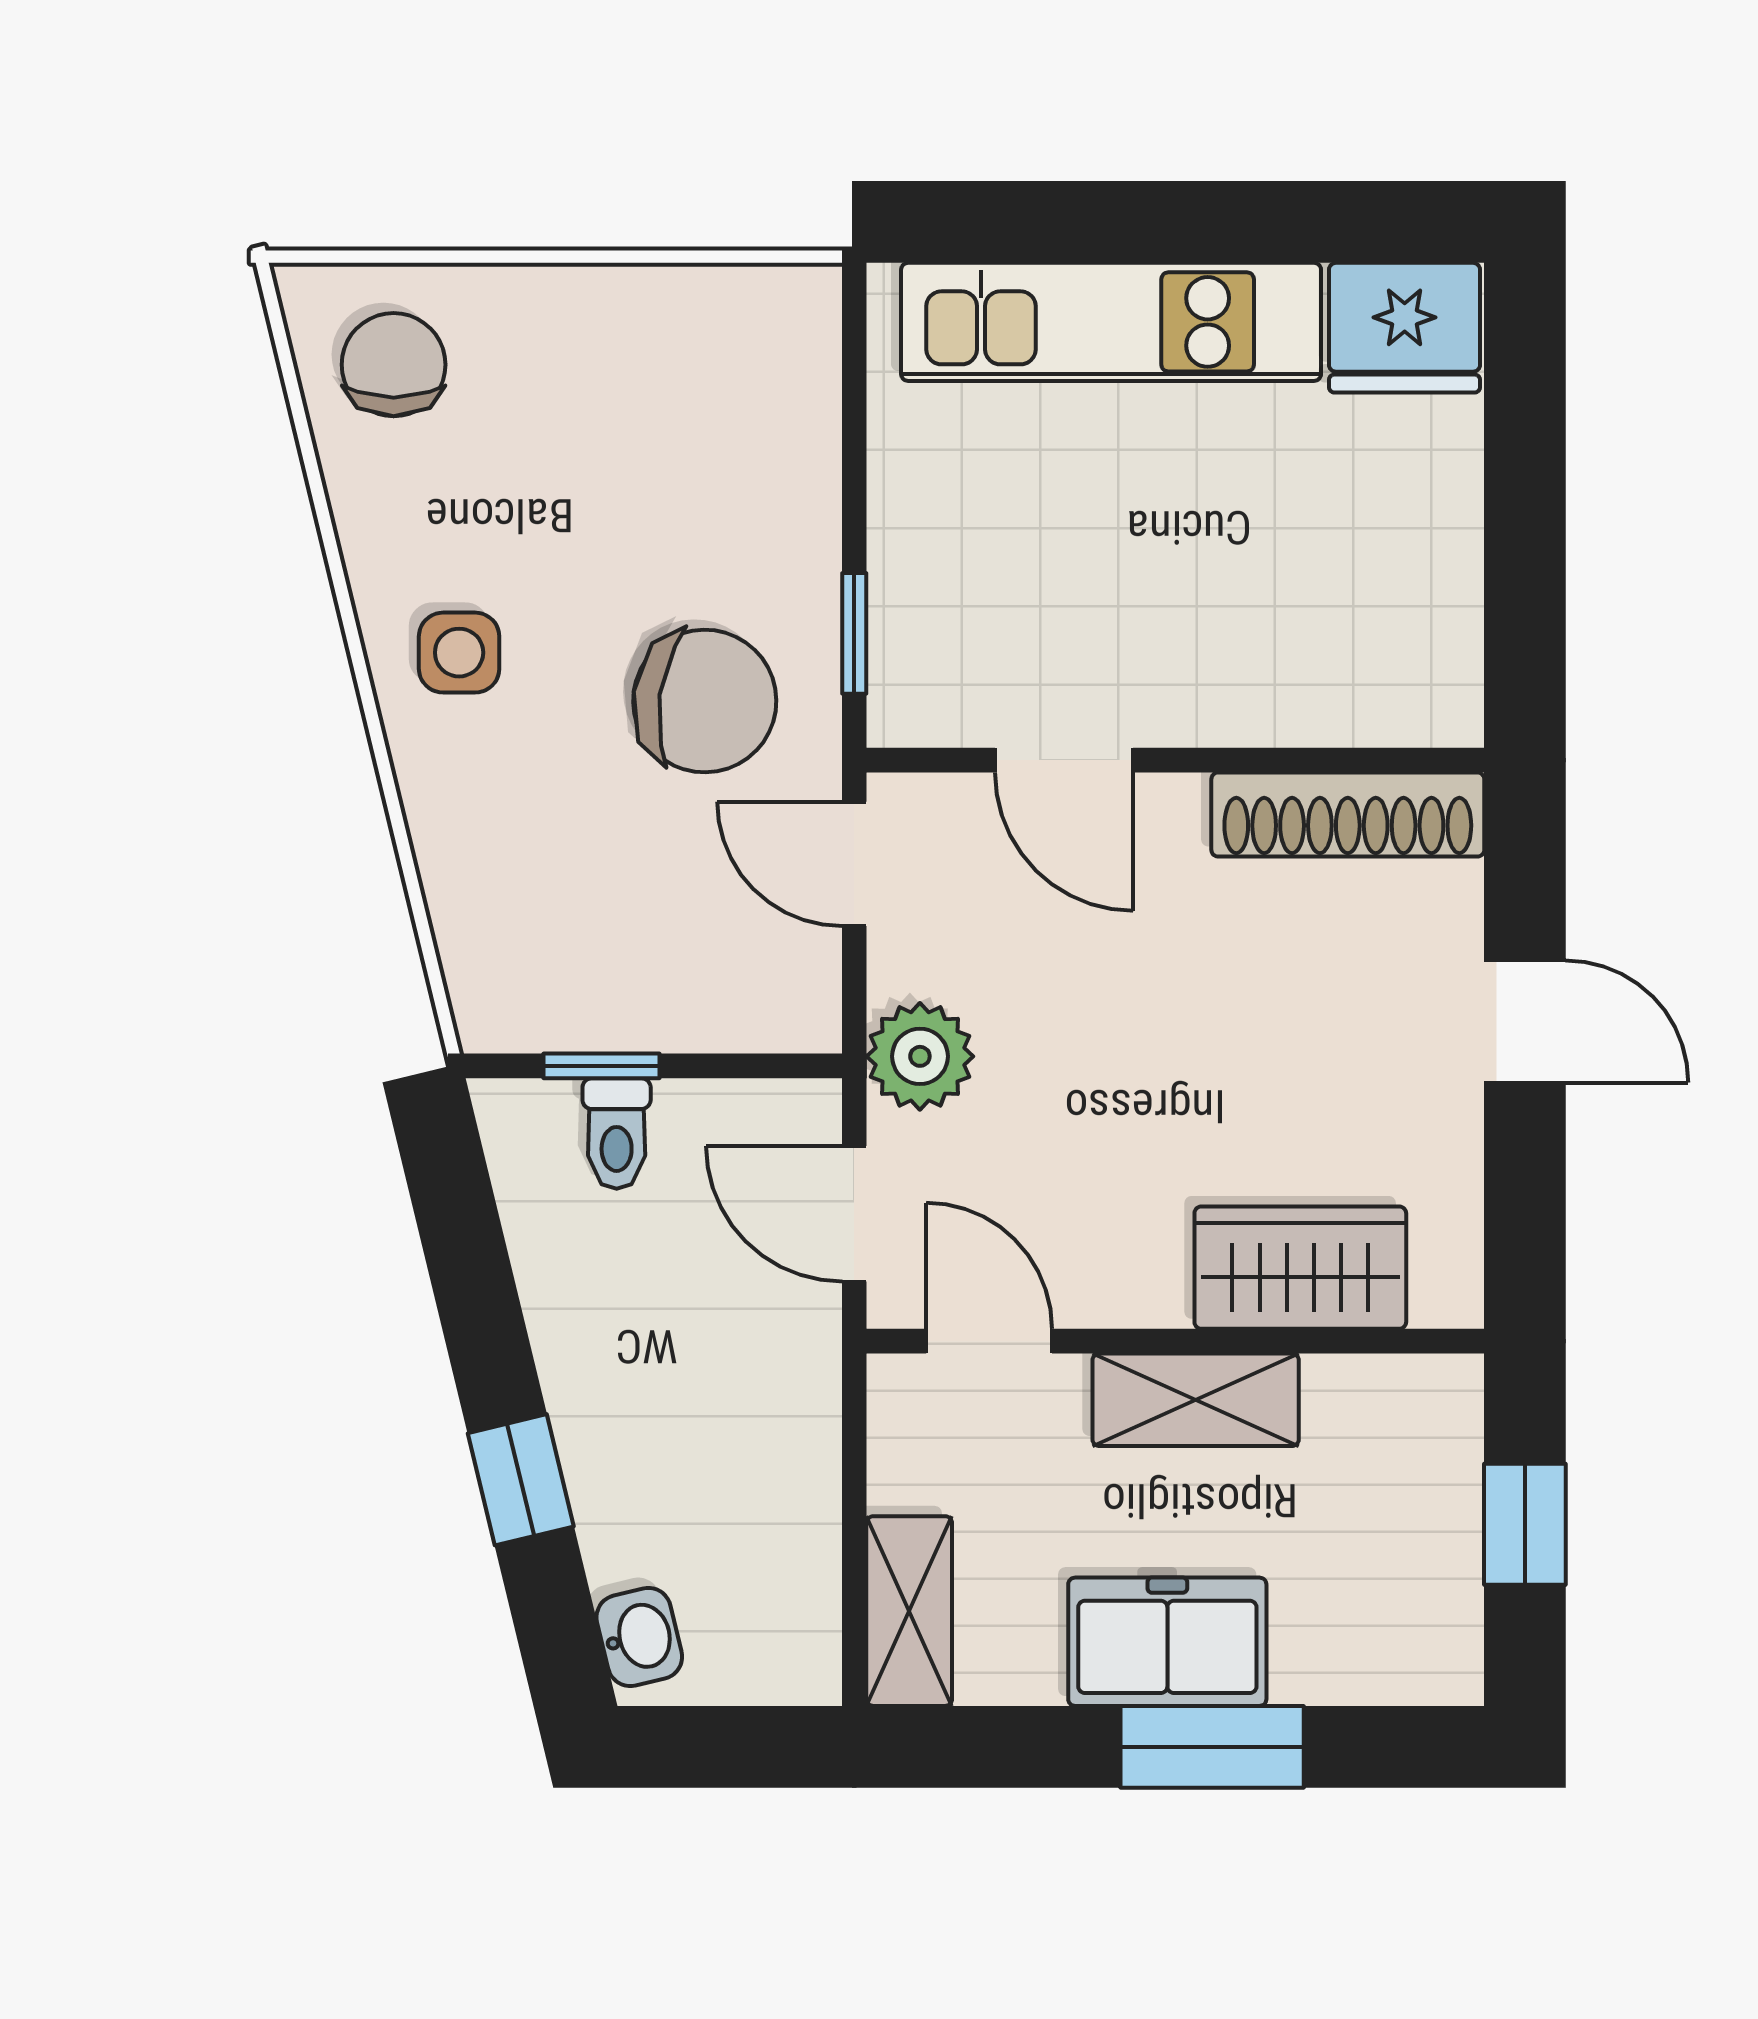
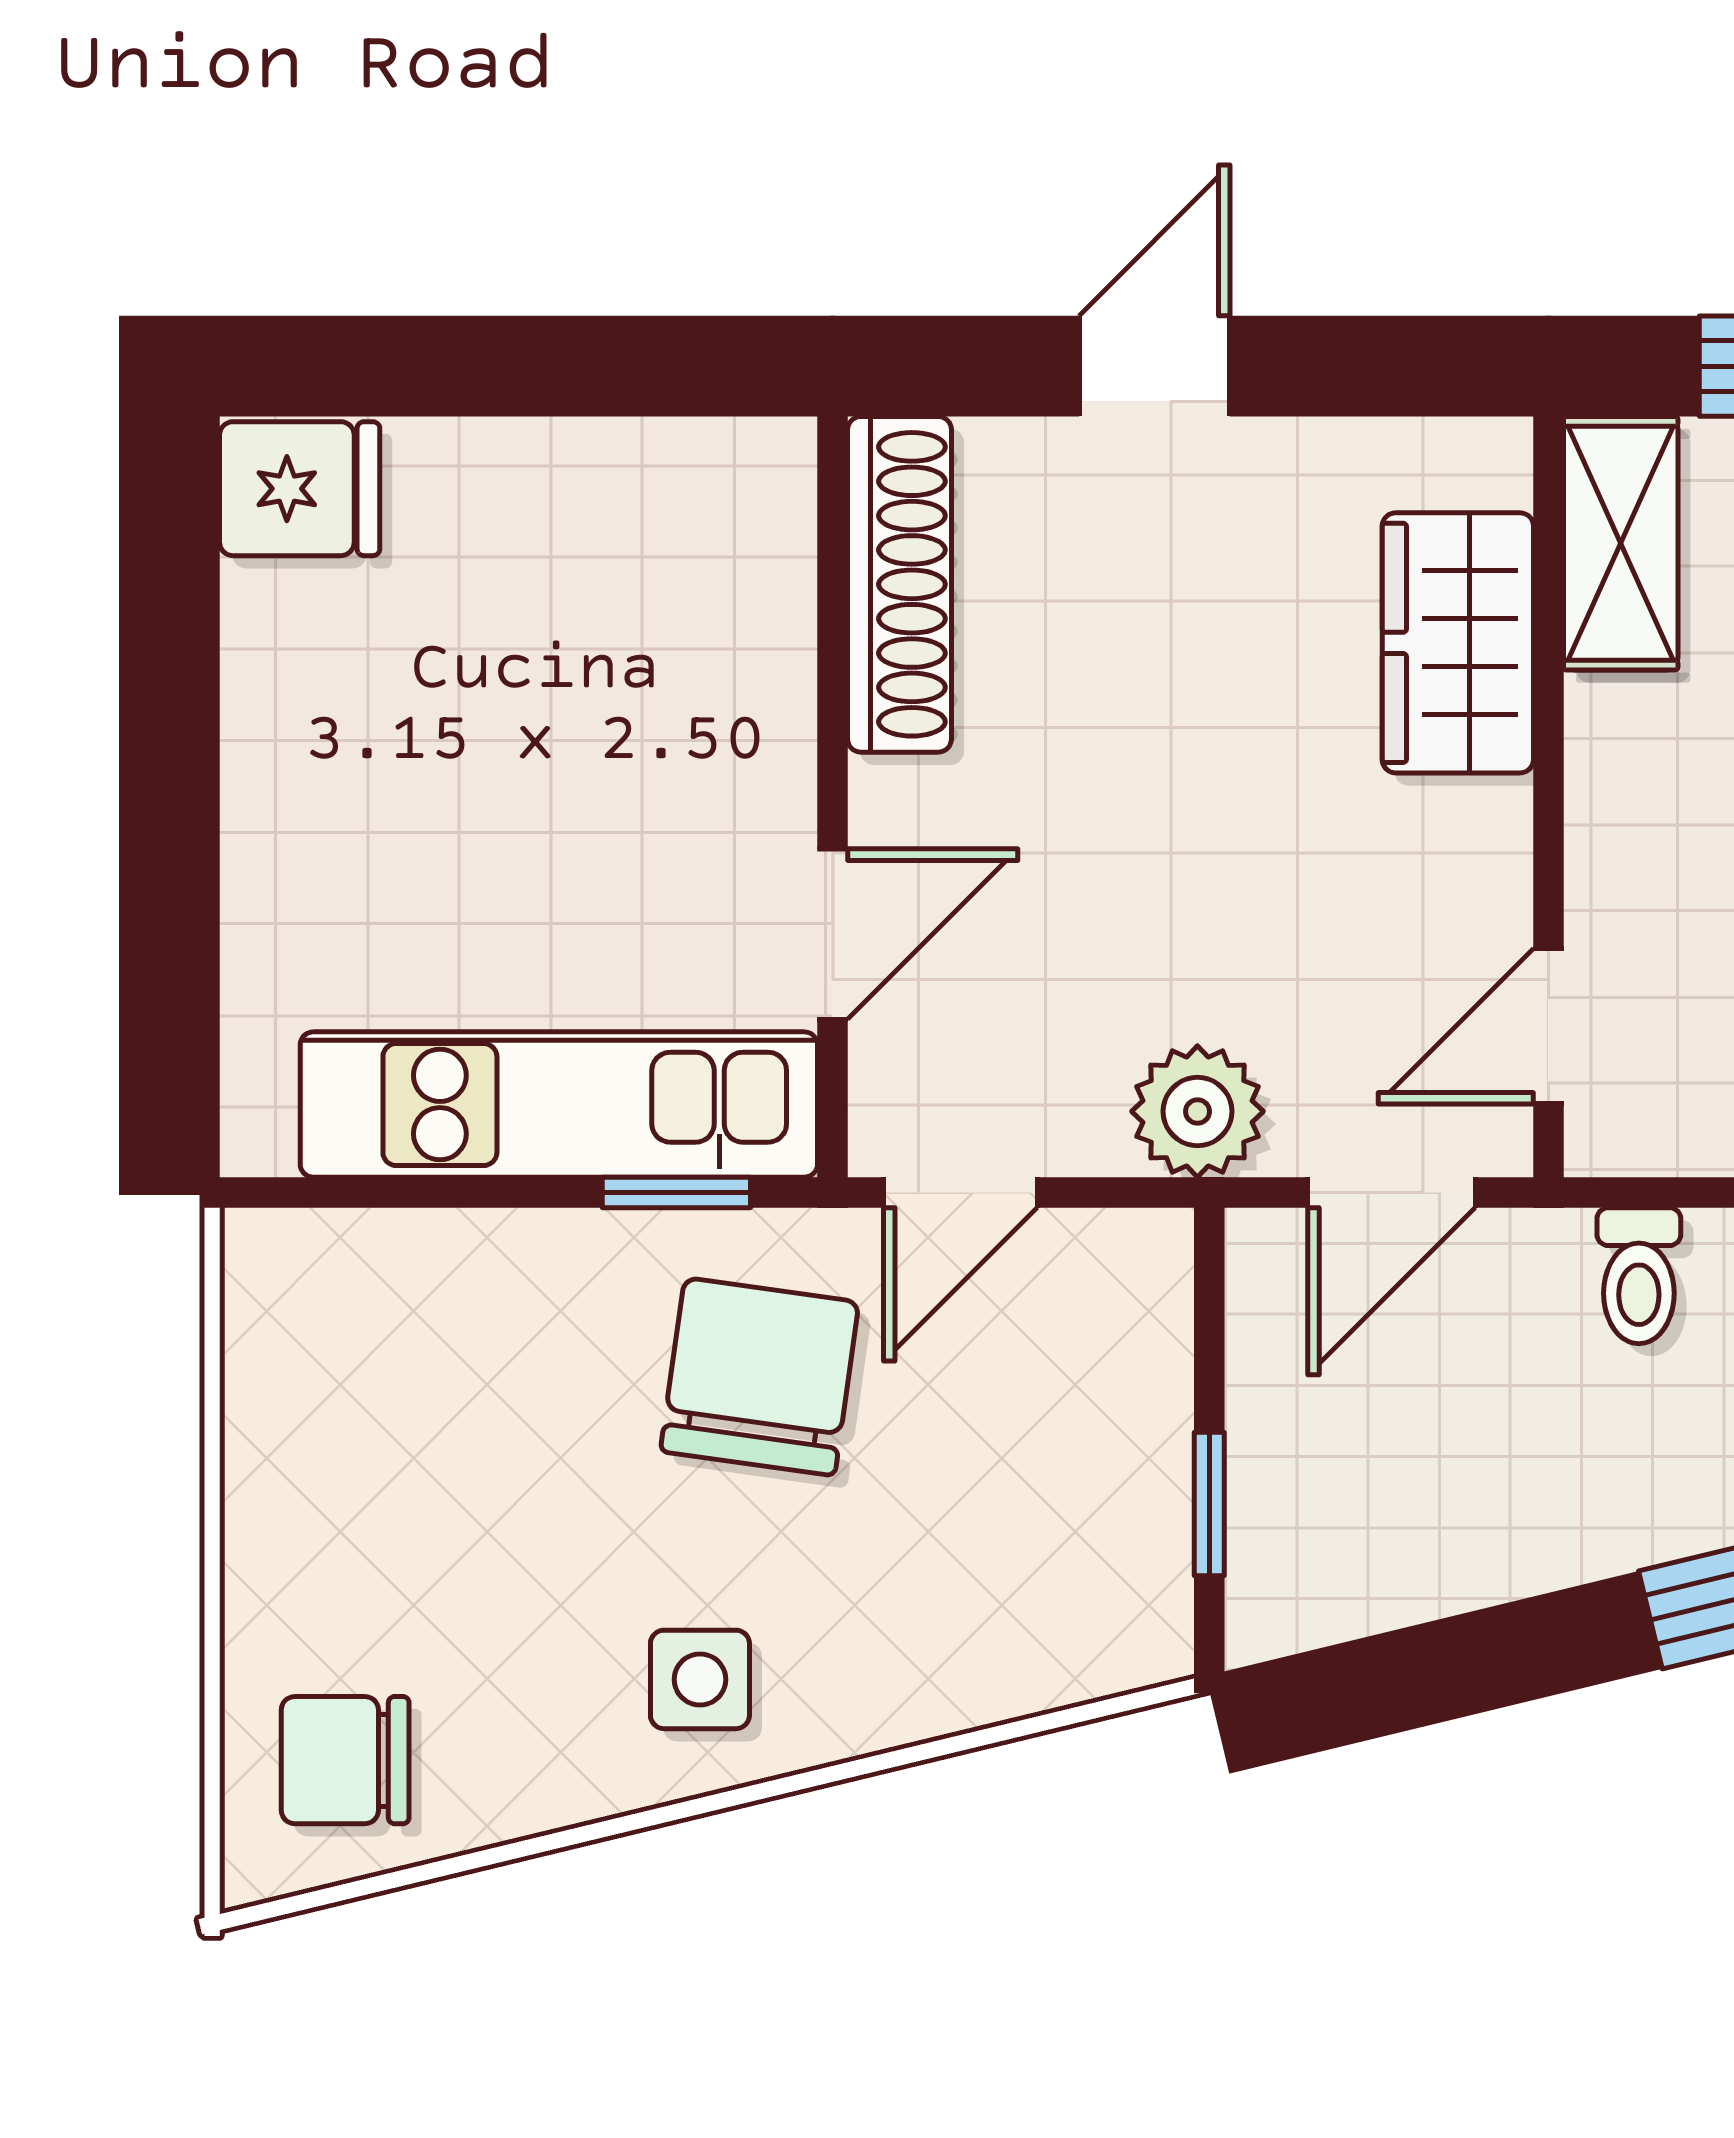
kitchen unit: (1111, 322) -> (559, 1105), moved, turned -90
fridge: (1405, 328) -> (300, 489), width x0.72
toilet: (617, 1133) -> (1639, 1276), moved, turned 90
shelving: (1196, 1400) -> (1621, 543), moved

